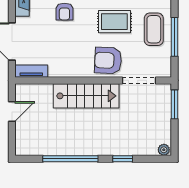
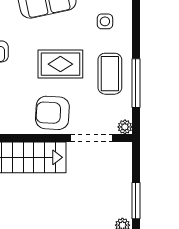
plant: (166, 72) -> (125, 127), added
window: (175, 104) -> (136, 201), moved

